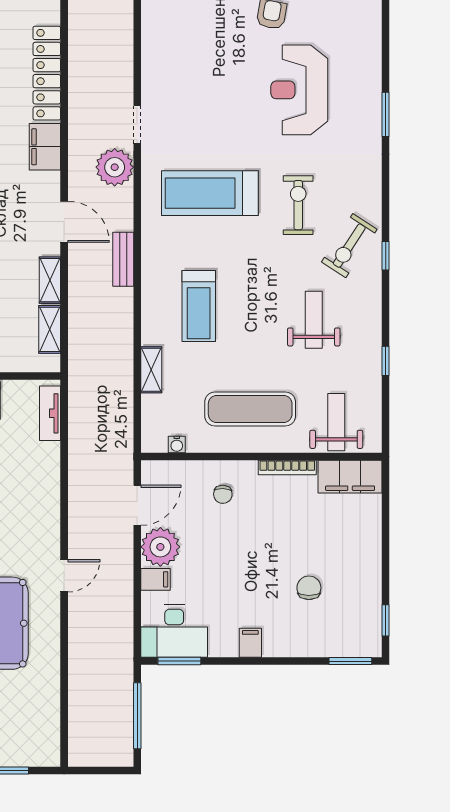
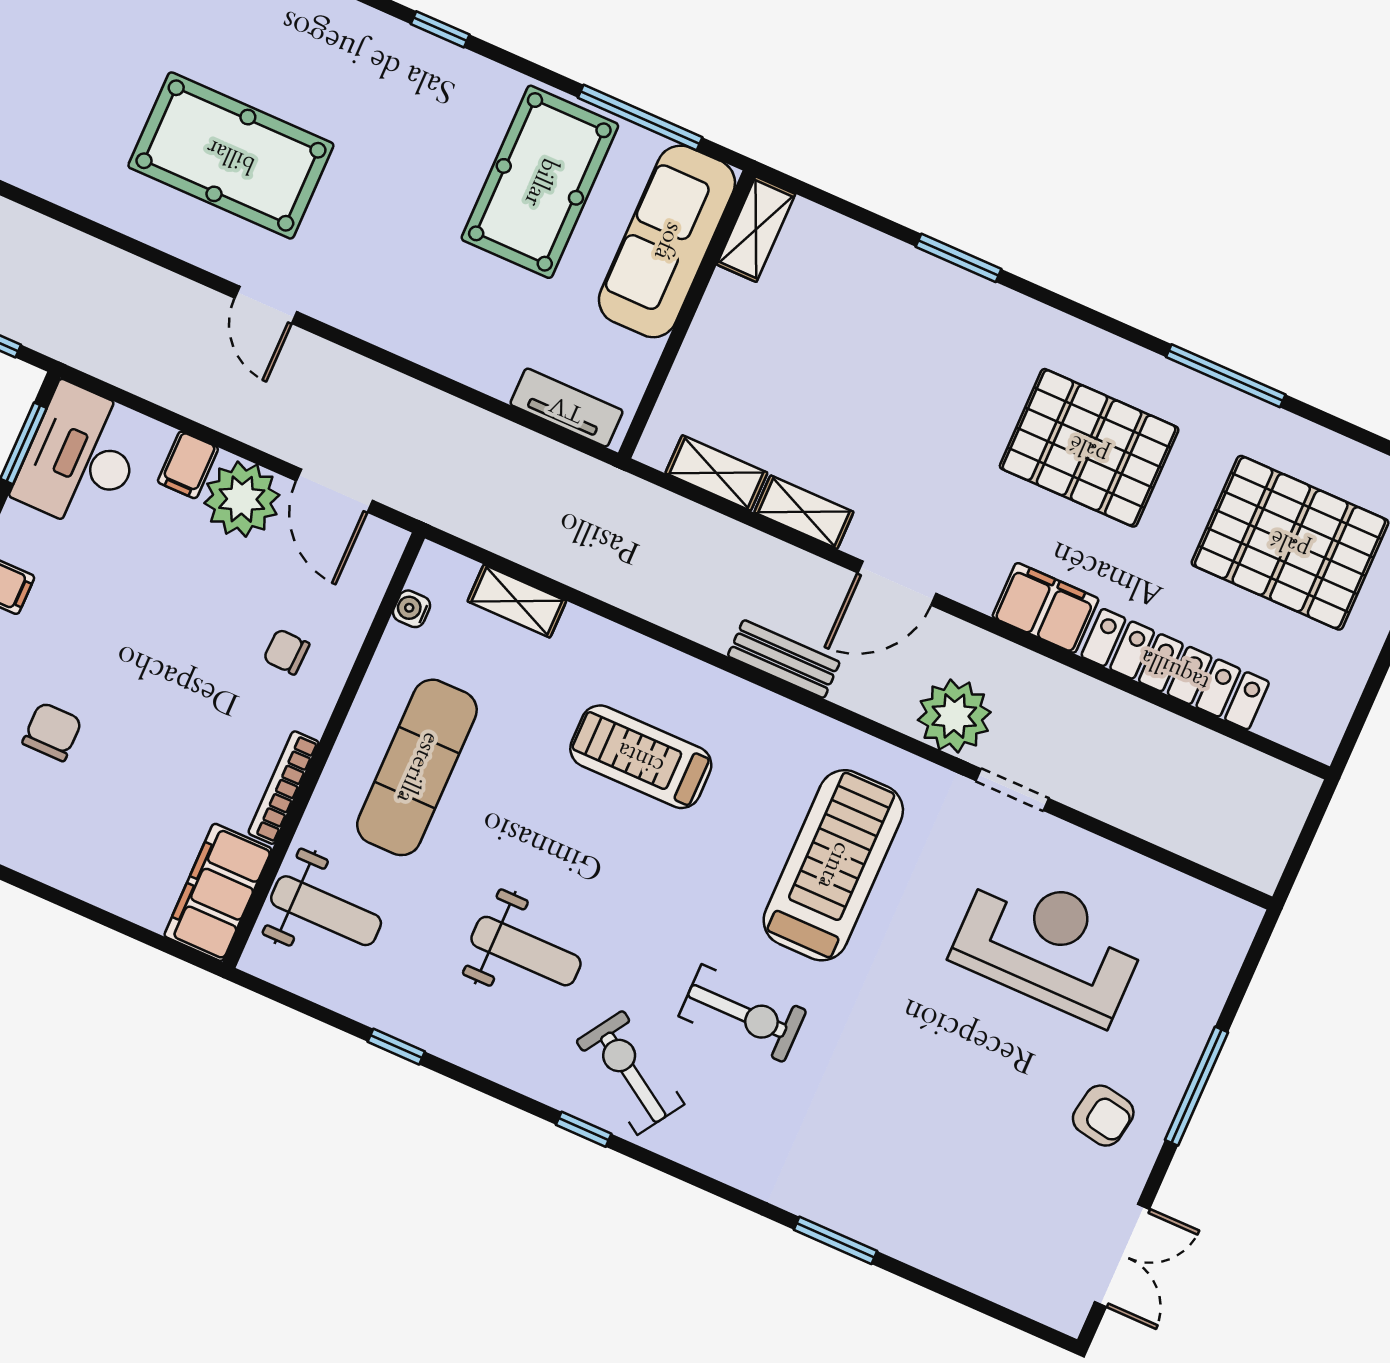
reception desk: (299, 90) -> (1049, 945), moved
shelving: (151, 370) -> (517, 601), moved
chair: (309, 588) -> (52, 732), turned -90

